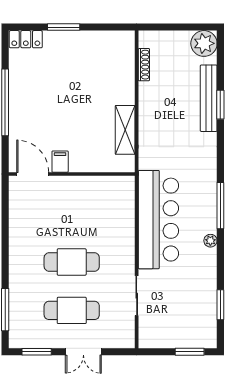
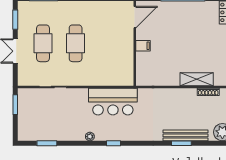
shelving: (125, 130) -> (197, 79), moved
filing cabinet: (60, 162) -> (143, 46), moved
window: (220, 206) -> (113, 143), width x0.46
bar counter: (158, 220) -> (113, 102), width x0.73
window: (190, 352) -> (15, 105), moved

